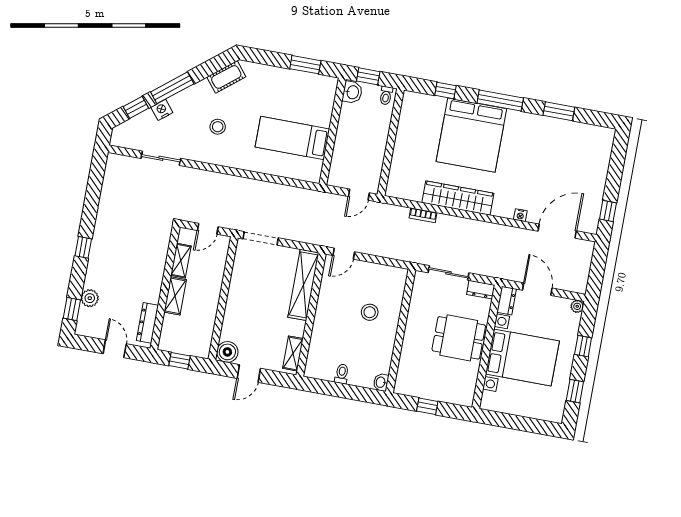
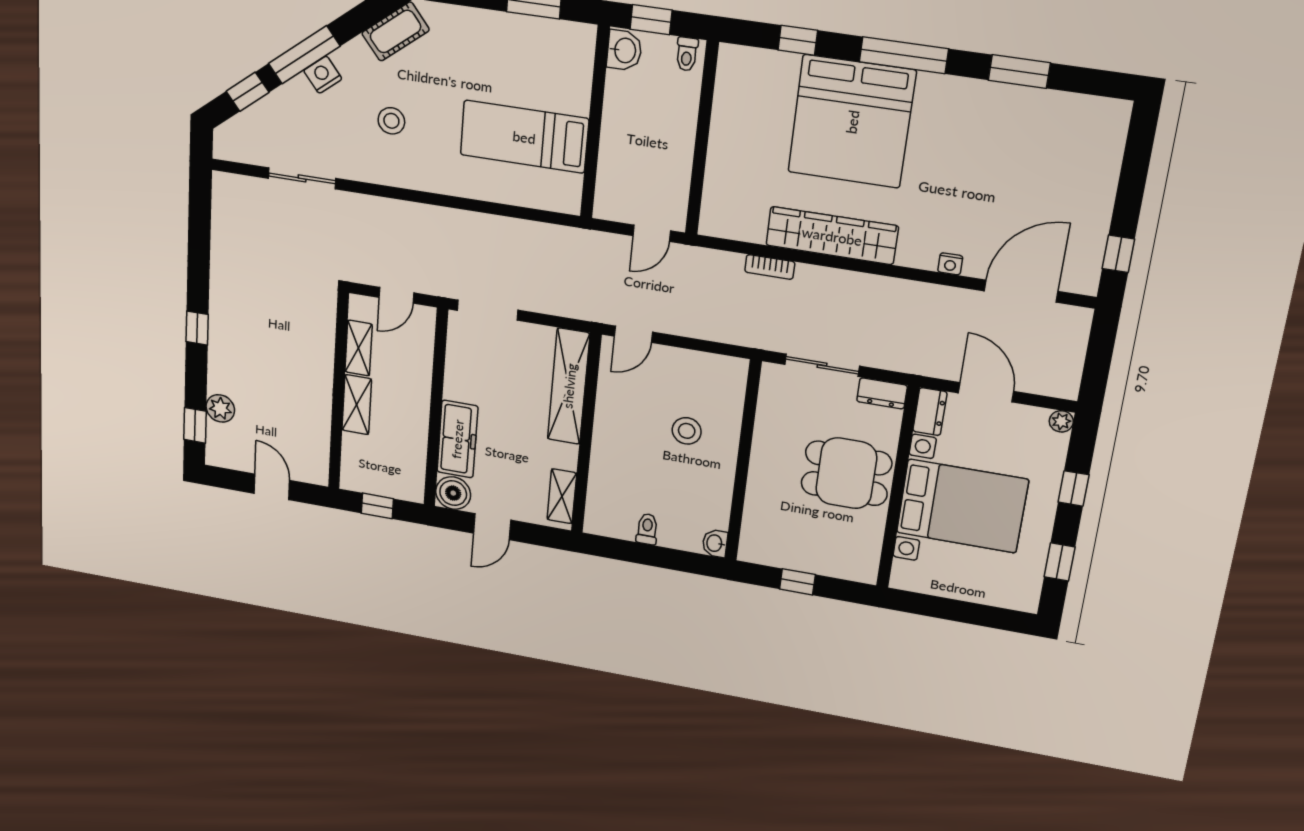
nightstand: (162, 110) -> (323, 75), moved
freezer: (234, 318) -> (457, 439), added
dresser: (147, 323) -> (318, 447), removed

